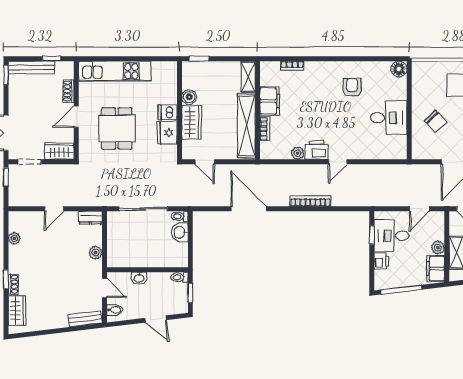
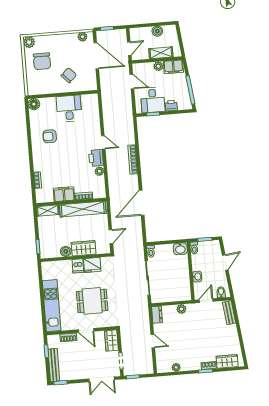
washbasin: (180, 232) -> (180, 249), moved

